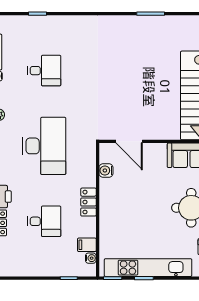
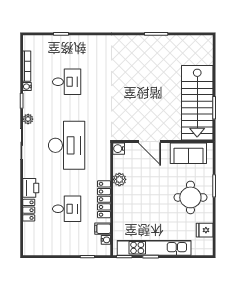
door: (129, 141) -> (149, 142), moved
water cooler: (106, 170) -> (119, 149), moved
plant: (107, 186) -> (119, 179), added
locker: (88, 202) -> (104, 199), width x1.53

